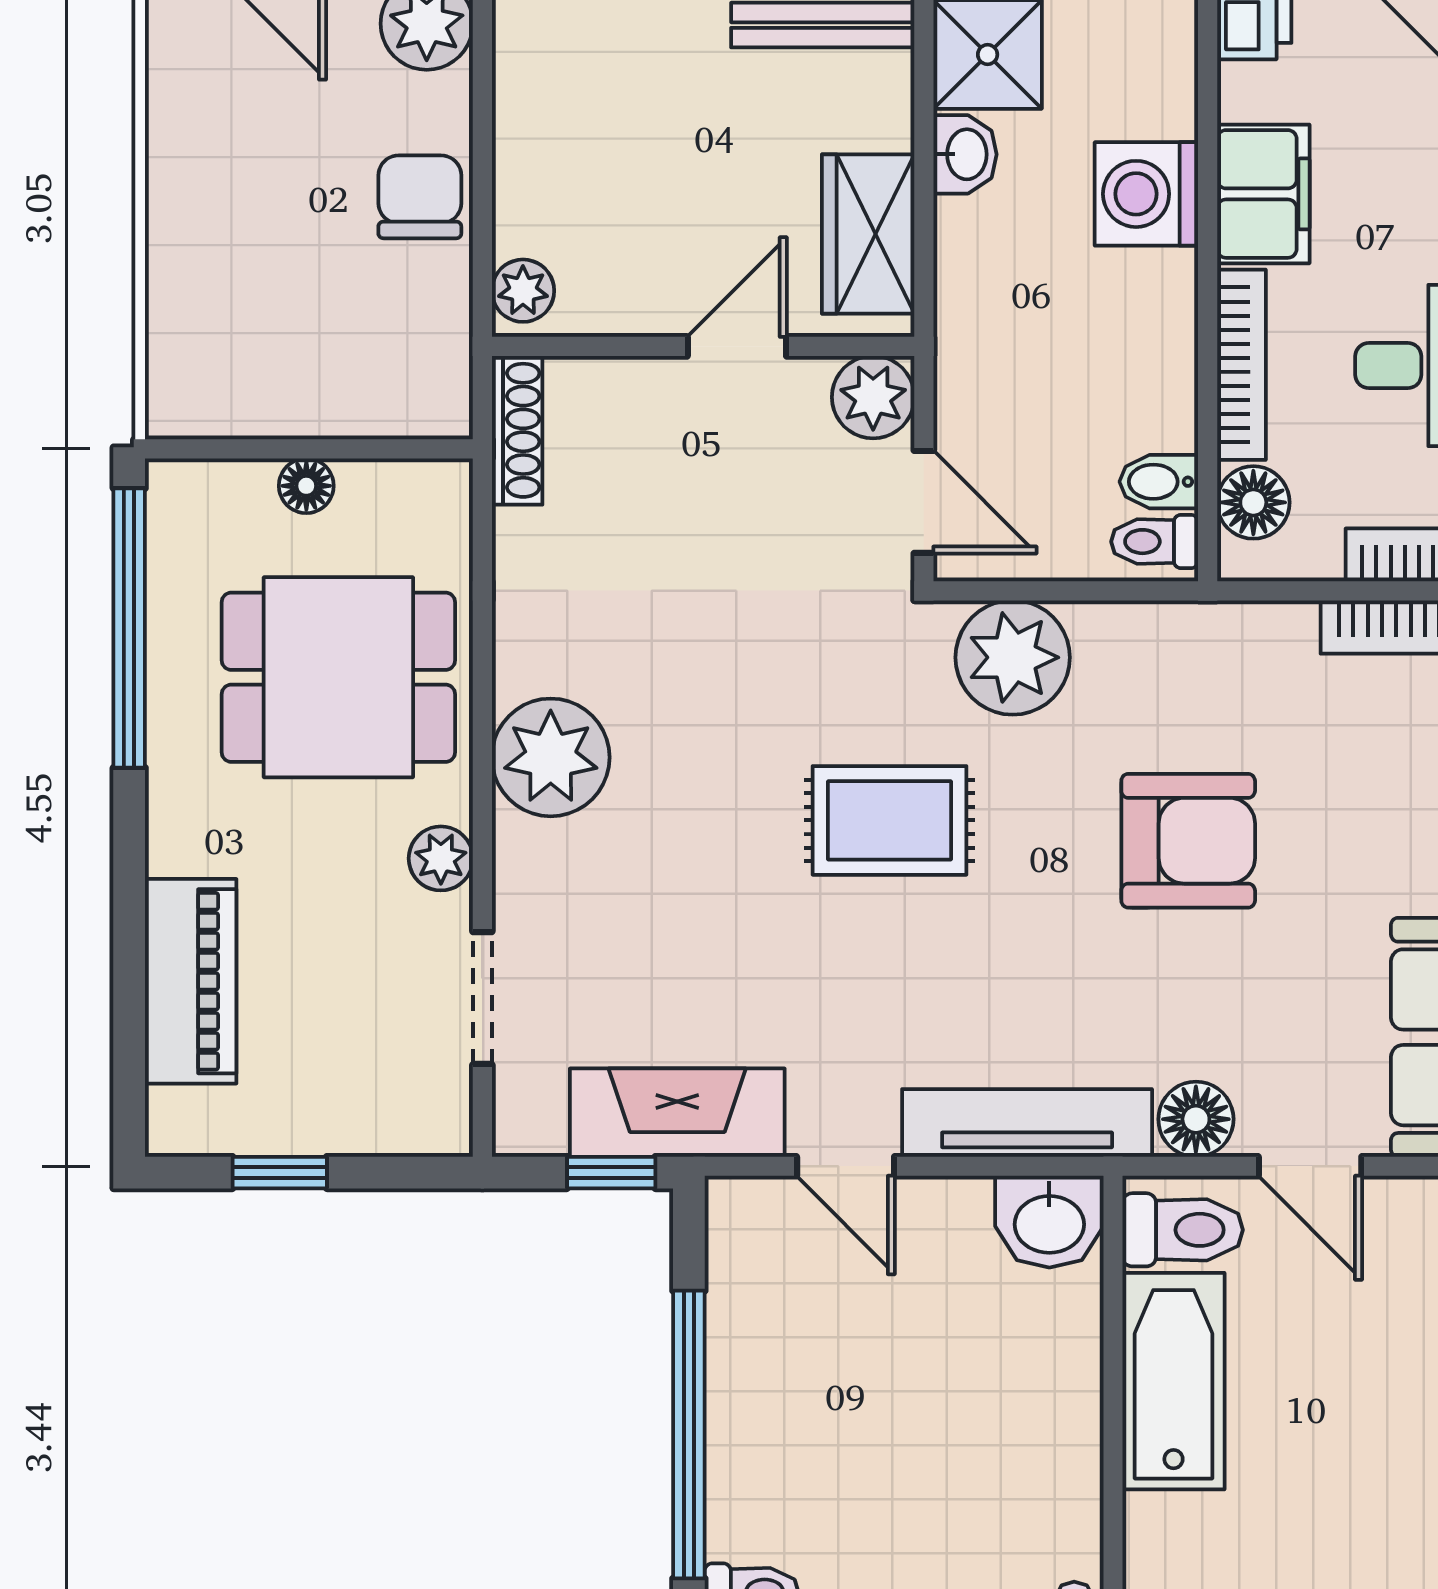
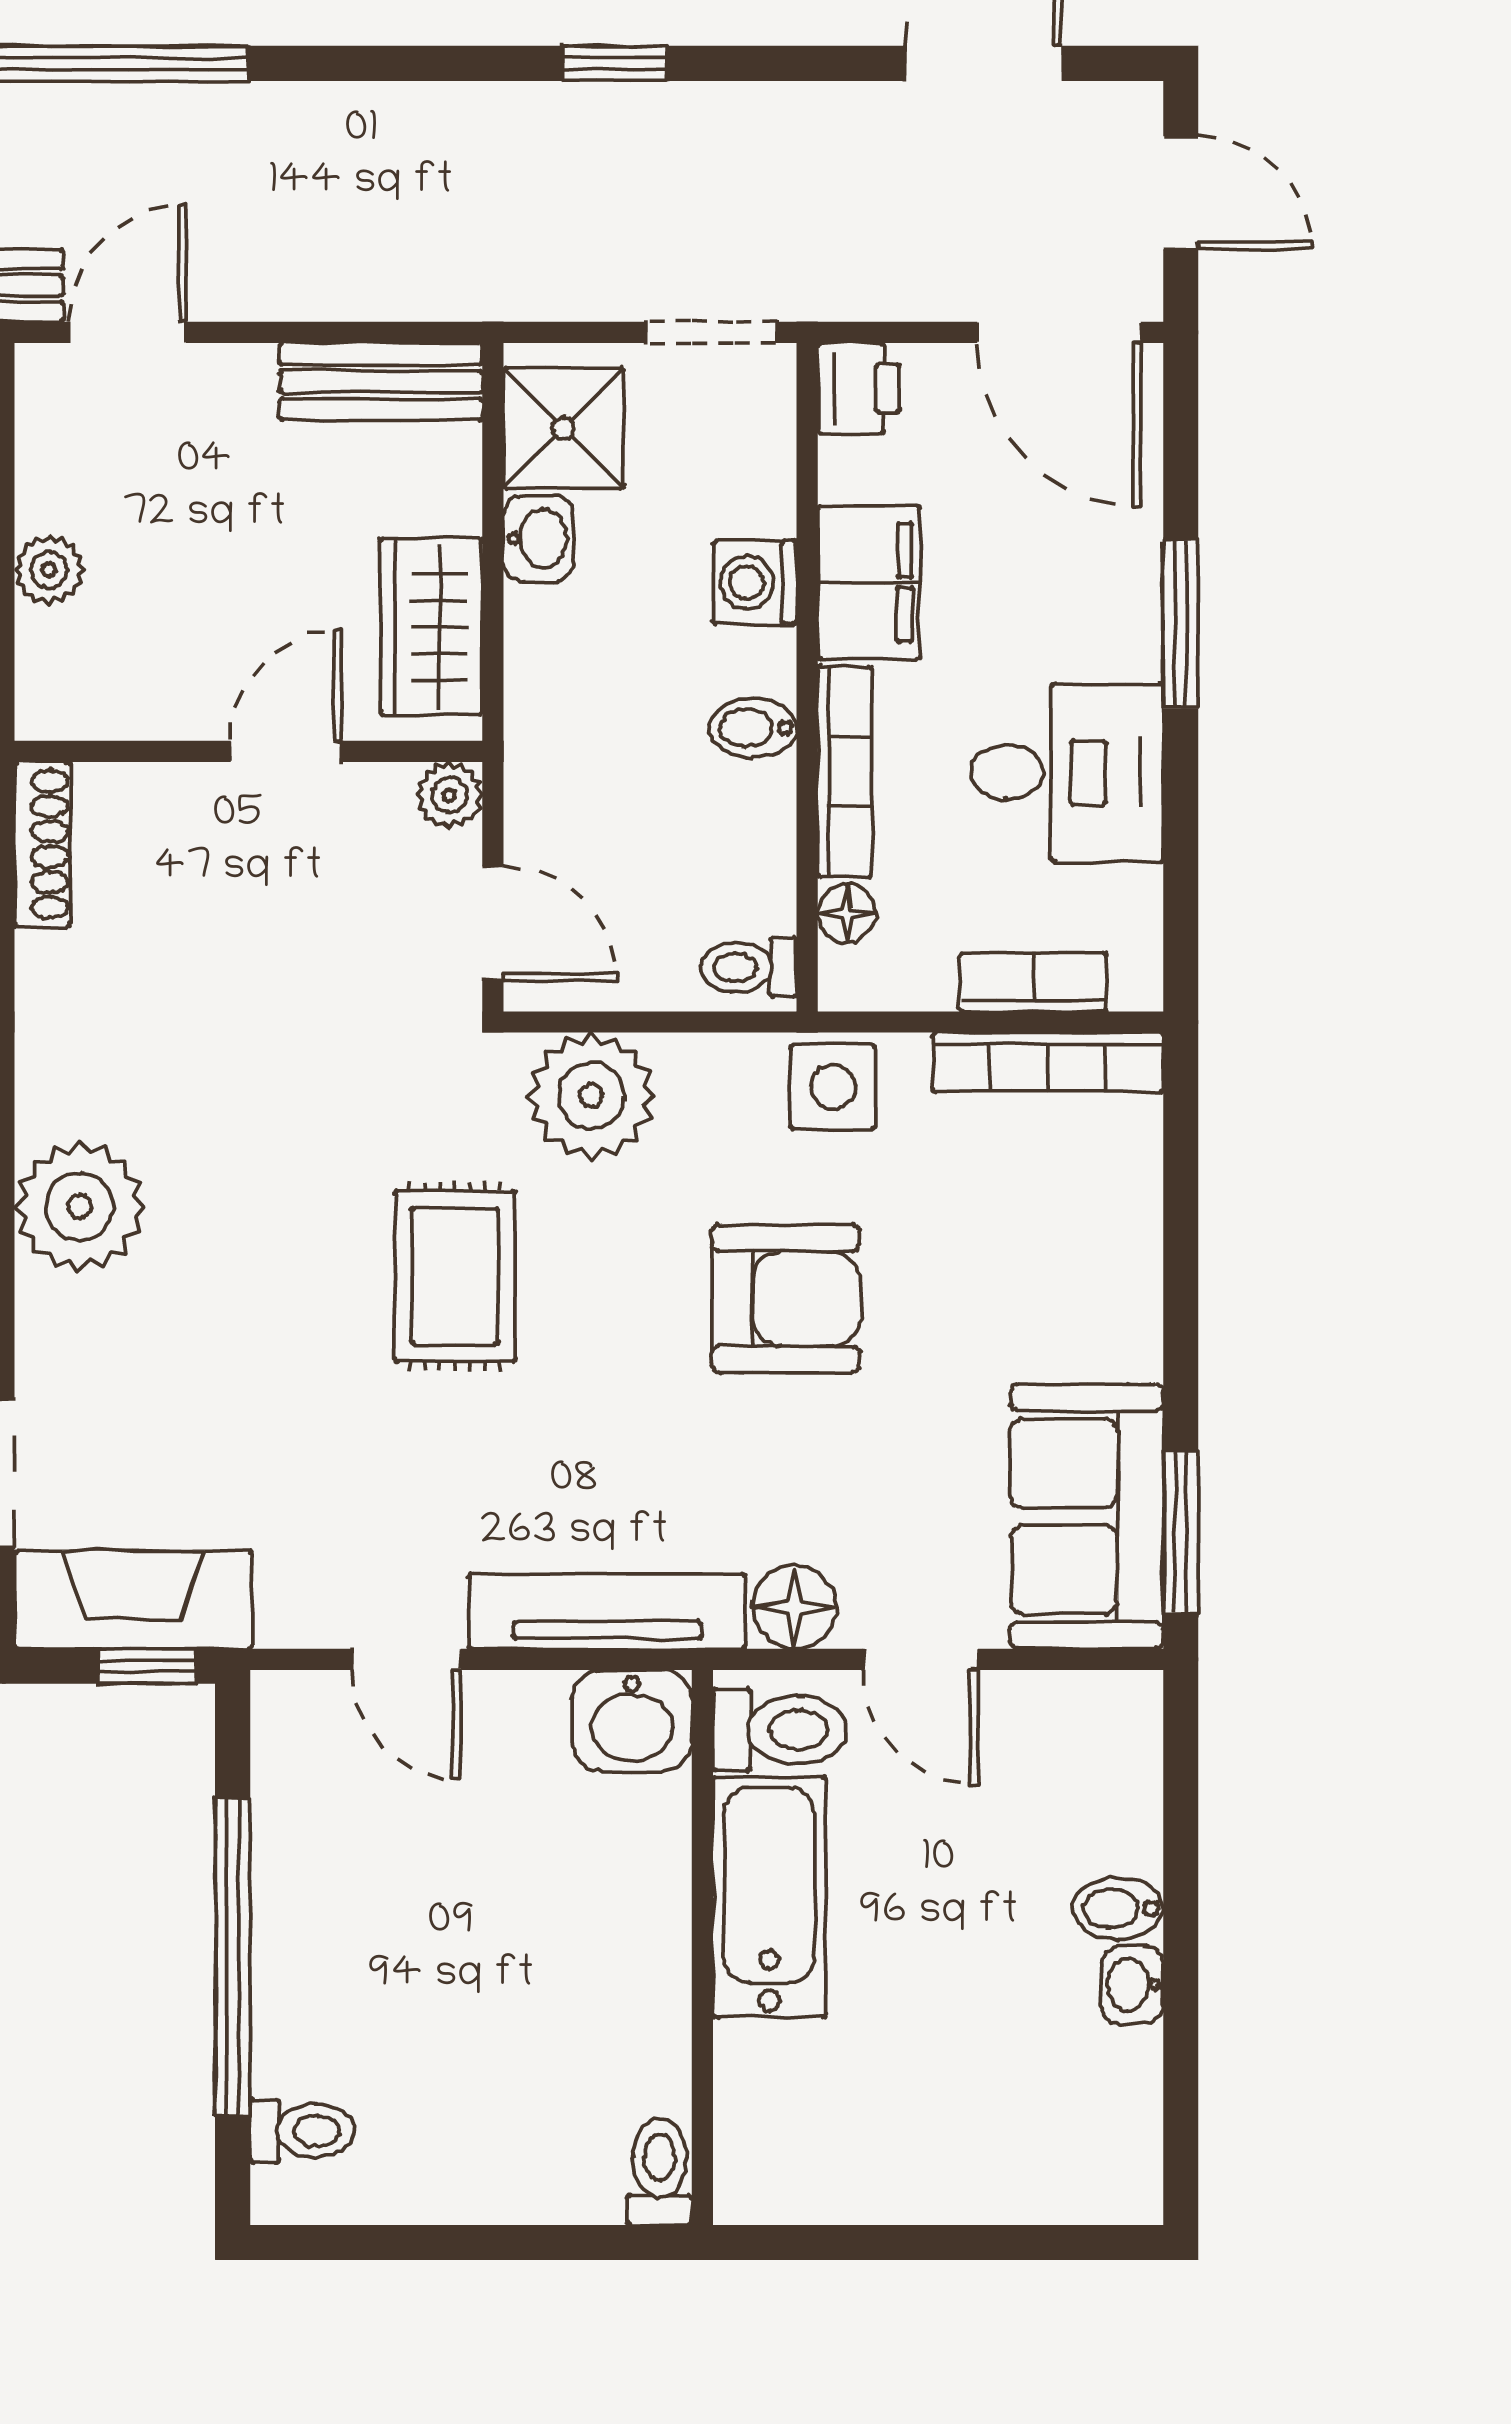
washing machine: (1146, 194) -> (755, 582), width x0.73, depth x0.73
plant: (523, 291) -> (49, 570), moved
plant: (873, 397) -> (449, 795), width x0.73, depth x0.73
bidet: (1159, 482) -> (753, 728), moved
floor lamp: (1253, 502) -> (847, 913), width x0.73, depth x0.73
side table: (1231, 649) -> (833, 1087), added
rug: (889, 820) -> (455, 1276), turned 90
fireplace: (677, 1113) -> (133, 1600), moved

